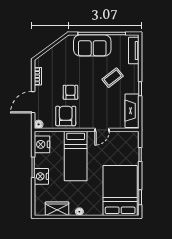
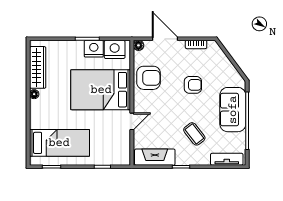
armchair: (70, 92) -> (193, 85), moved
door: (102, 130) -> (132, 121), swing flipped
bed: (76, 156) -> (101, 90), width x1.50
nightstand: (41, 176) -> (94, 49), moved
bed: (120, 190) -> (59, 143), width x0.67
wardrobe: (57, 209) -> (38, 67), width x1.50

